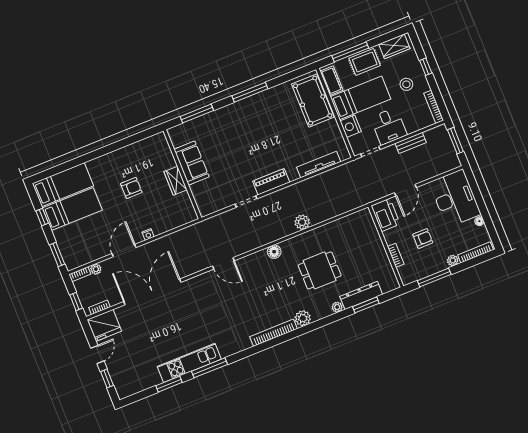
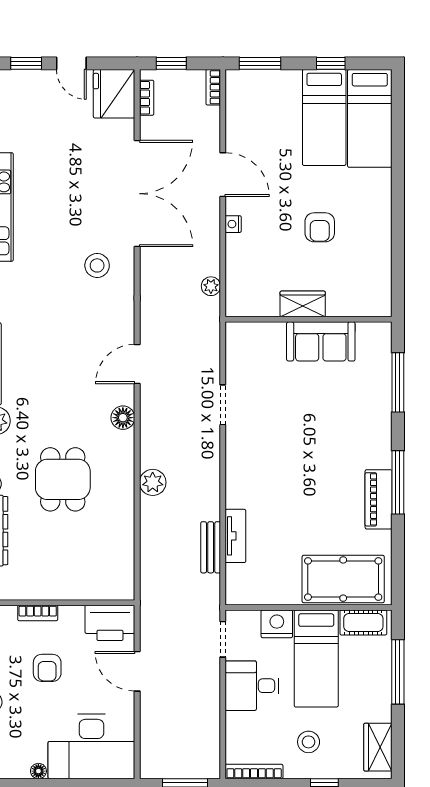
rug: (365, 62) -> (372, 689), removed
bench: (411, 143) -> (211, 547), moved
tv unit: (319, 165) -> (235, 536), width x0.71
piano: (271, 182) -> (379, 499), moved, turned 180
door: (223, 263) -> (137, 364), moved
plant: (96, 269) -> (211, 286), moved
stool: (199, 298) -> (97, 265), added

